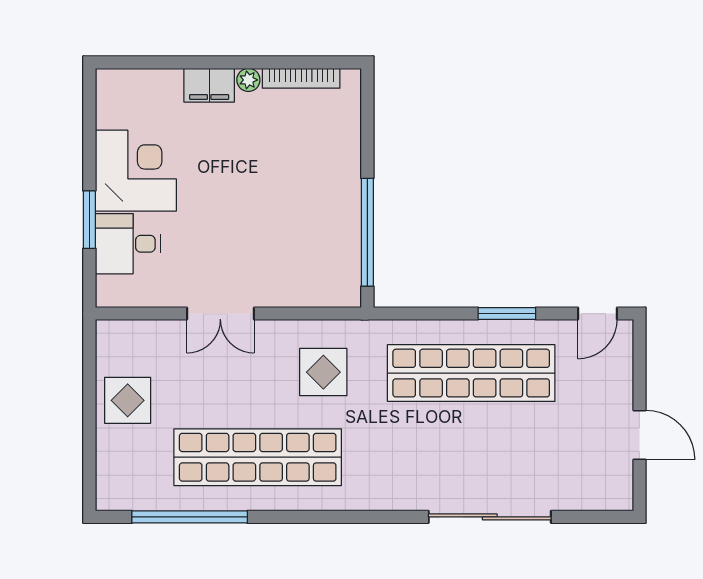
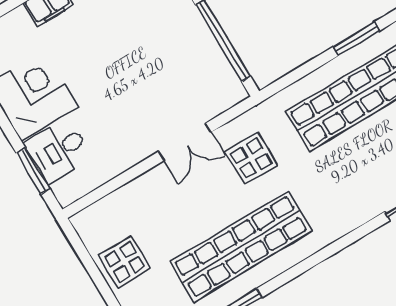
window: (89, 220) -> (33, 171), moved
double door: (220, 314) -> (185, 142), moved

